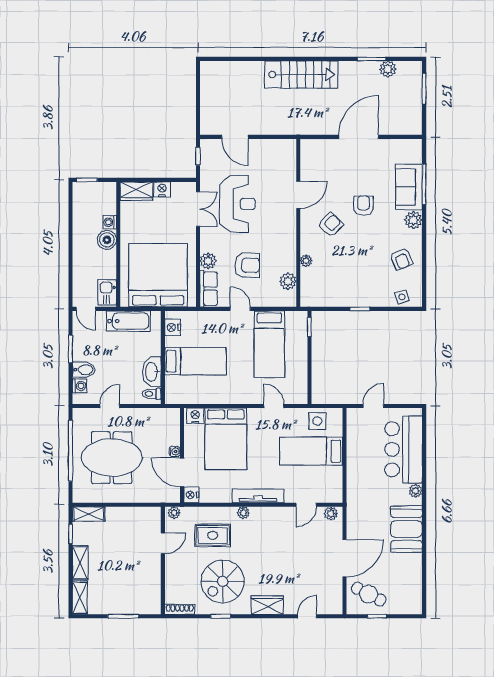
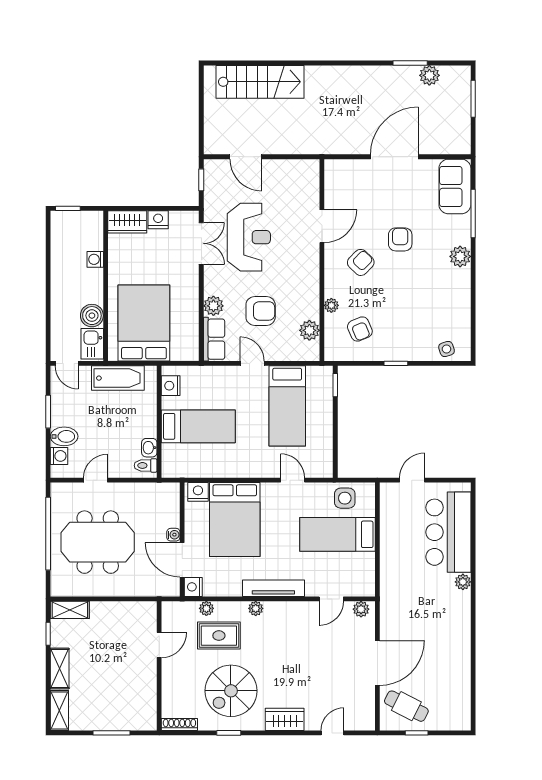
stairs: (301, 75) -> (260, 82), moved
sofa: (409, 187) -> (455, 186), moved
boiler: (107, 240) -> (92, 316), moved
armchair: (401, 259) -> (360, 329), moved
bed: (158, 275) -> (144, 323), width x0.73
washbasin: (152, 372) -> (149, 448), width x0.52, depth x0.69
plant: (174, 513) -> (206, 608), moved
booth: (406, 529) -> (452, 628), removed

